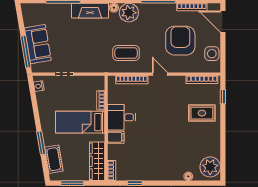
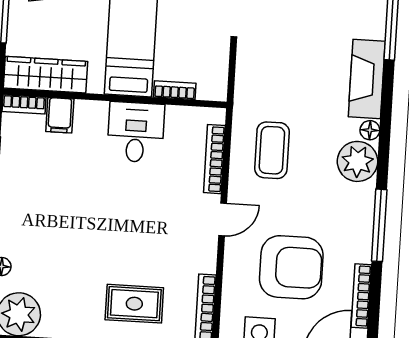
rug: (202, 113) -> (134, 304), turned 90
filing cabinet: (116, 137) -> (60, 115), moved

